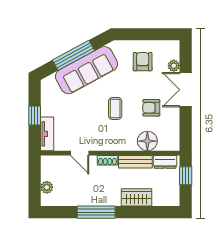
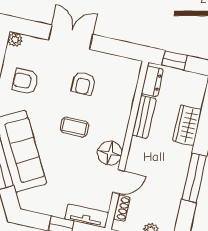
plant: (174, 66) -> (15, 40), moved
double door: (186, 90) -> (71, 37), swing flipped
floor lamp: (147, 141) -> (110, 153), moved
shoe rack: (107, 160) -> (122, 208), moved

